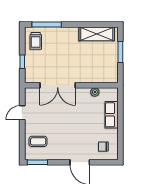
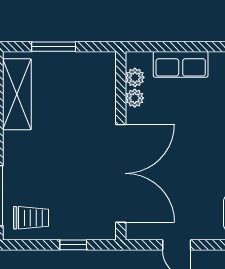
double door: (58, 85) -> (121, 173), width x1.36
plant: (105, 92) -> (135, 77), added

